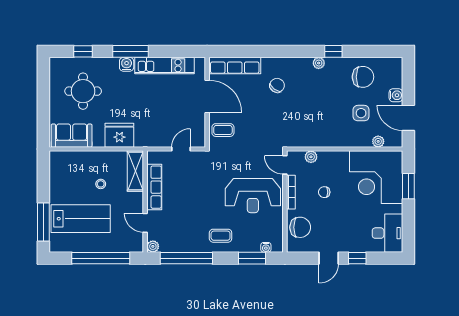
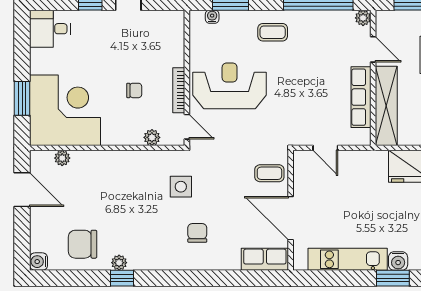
window: (130, 51) -> (393, 278), width x0.69
plant: (319, 63) -> (119, 263), moved
row of seats: (235, 66) -> (265, 259), width x0.68
chair: (277, 85) -> (197, 233), turned 144
water cooler: (396, 95) -> (39, 262), moved
side table: (361, 113) -> (181, 187), moved
door: (181, 149) -> (325, 148), hinge flipped
shelving: (135, 171) -> (386, 106), width x1.47
chair: (300, 227) -> (166, 43), removed
desk: (387, 233) -> (50, 29), width x0.73

